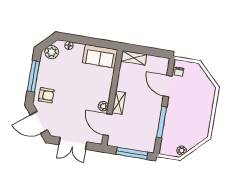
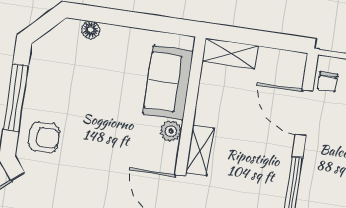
plant: (52, 52) -> (54, 45), removed
sofa: (100, 56) -> (168, 83), moved, turned 90
plant: (103, 106) -> (171, 131), moved

